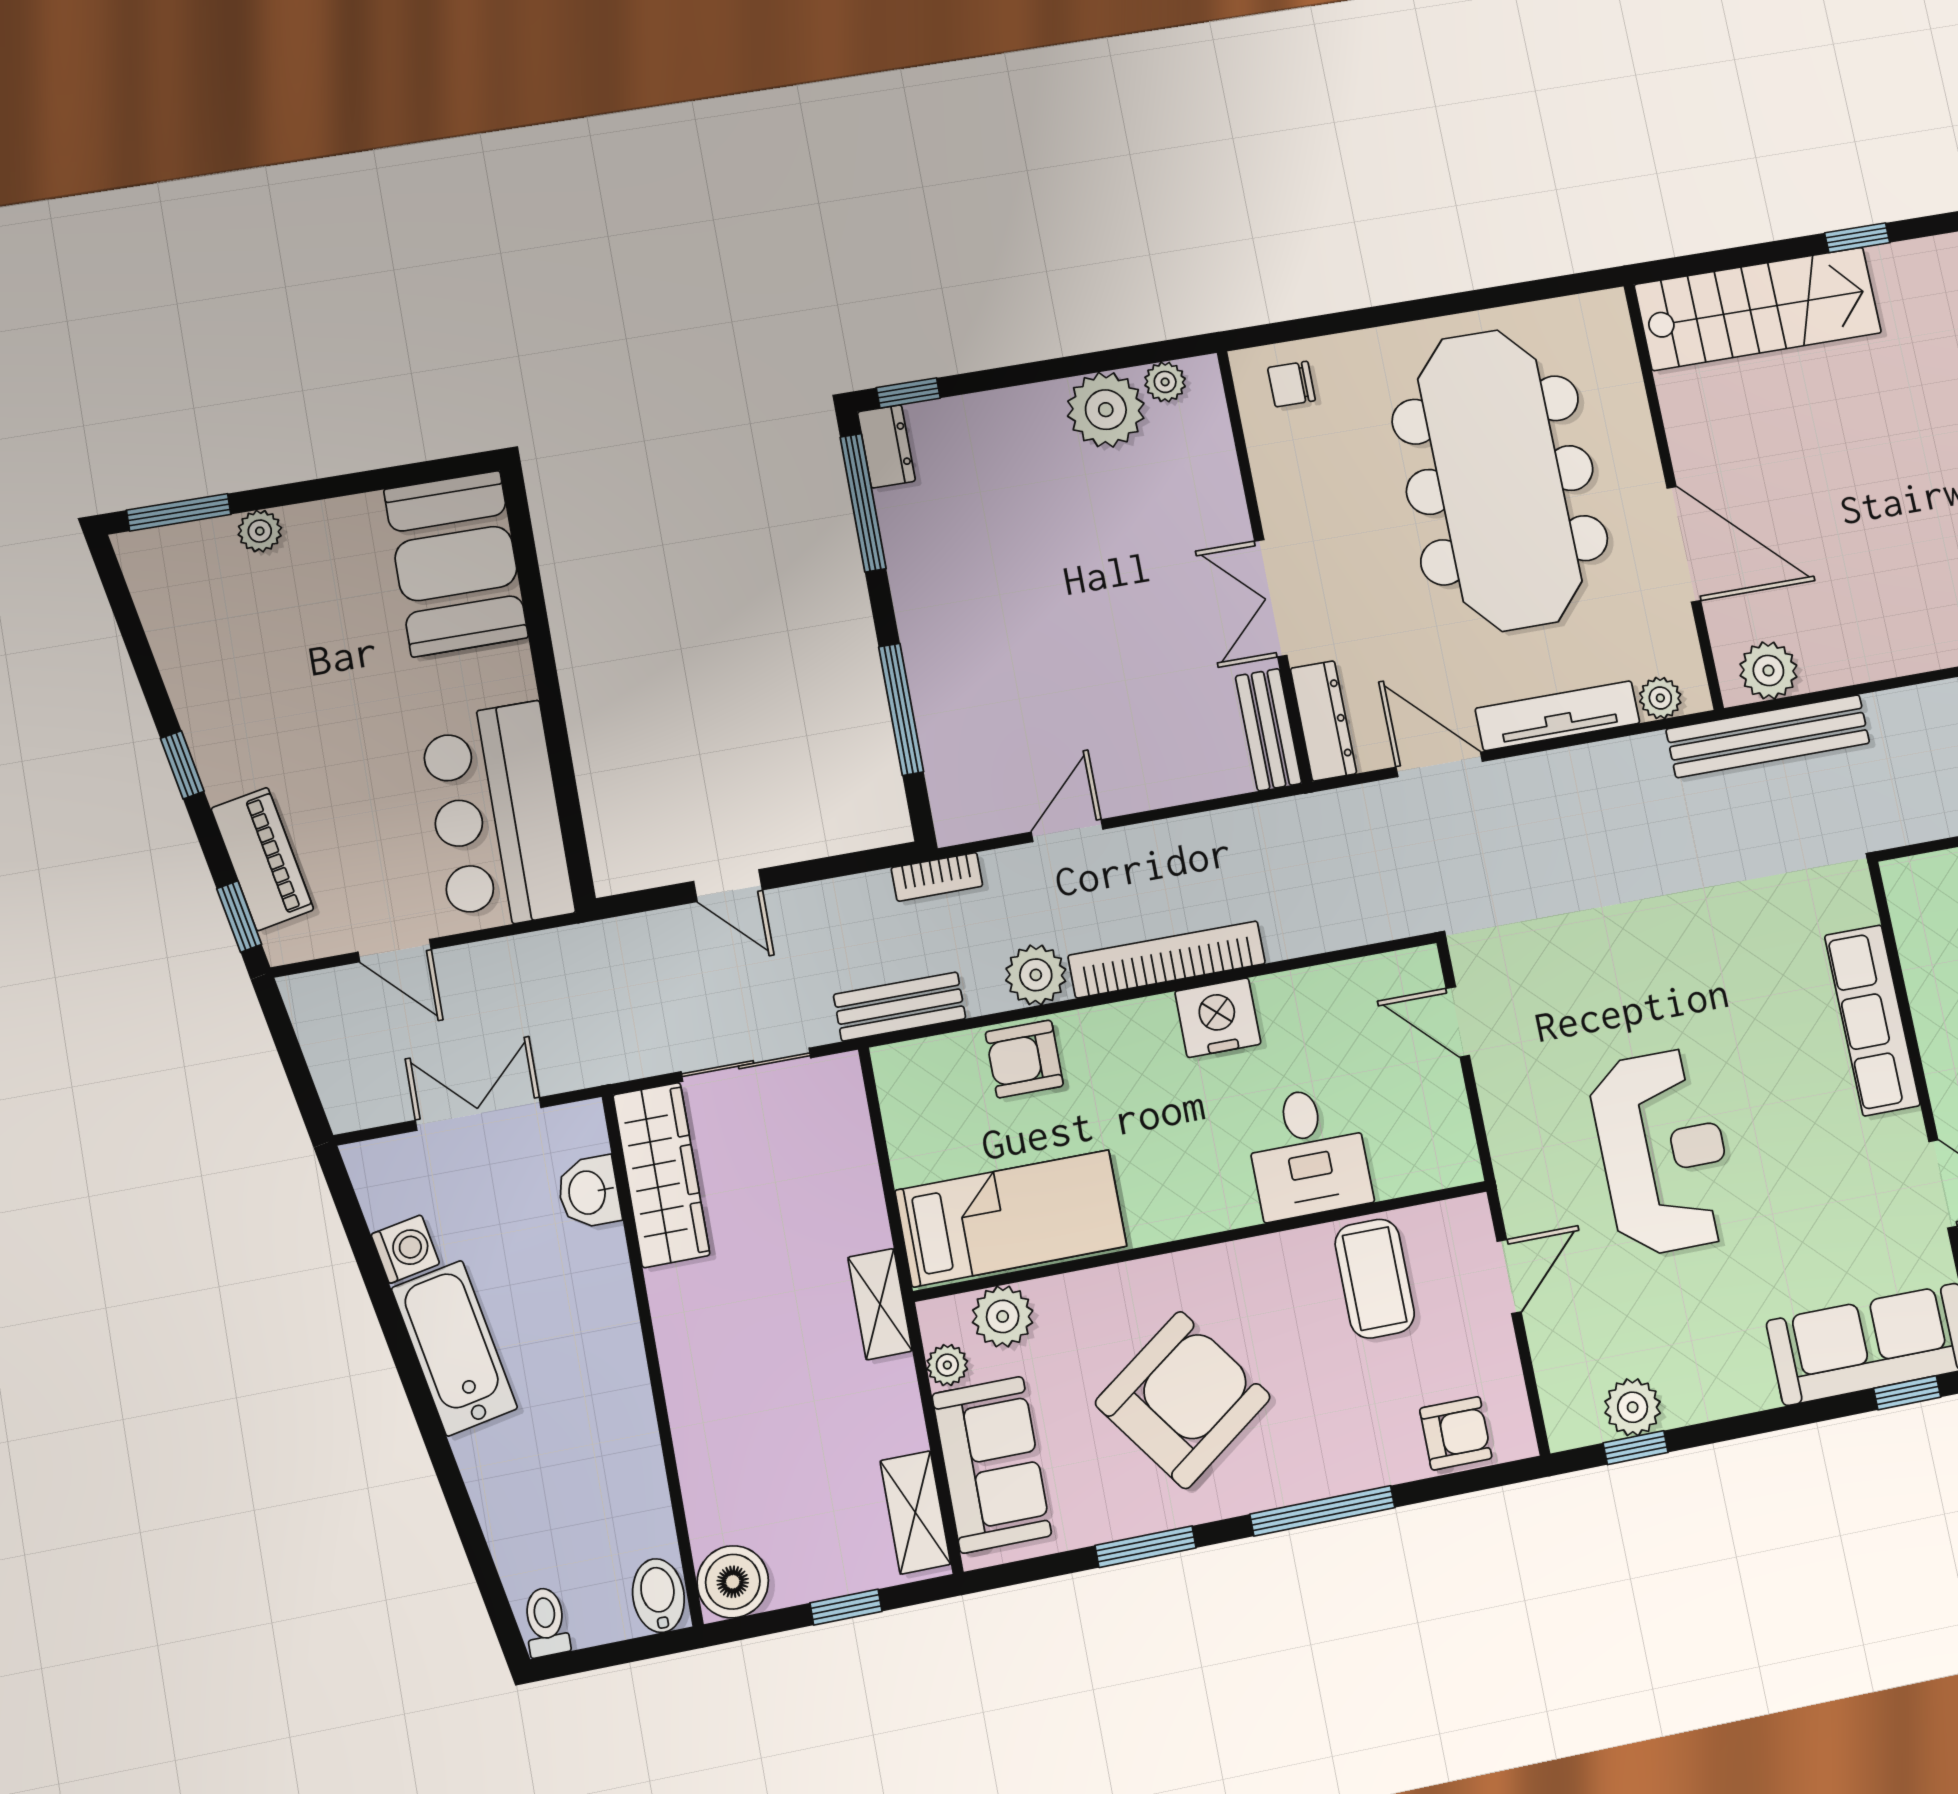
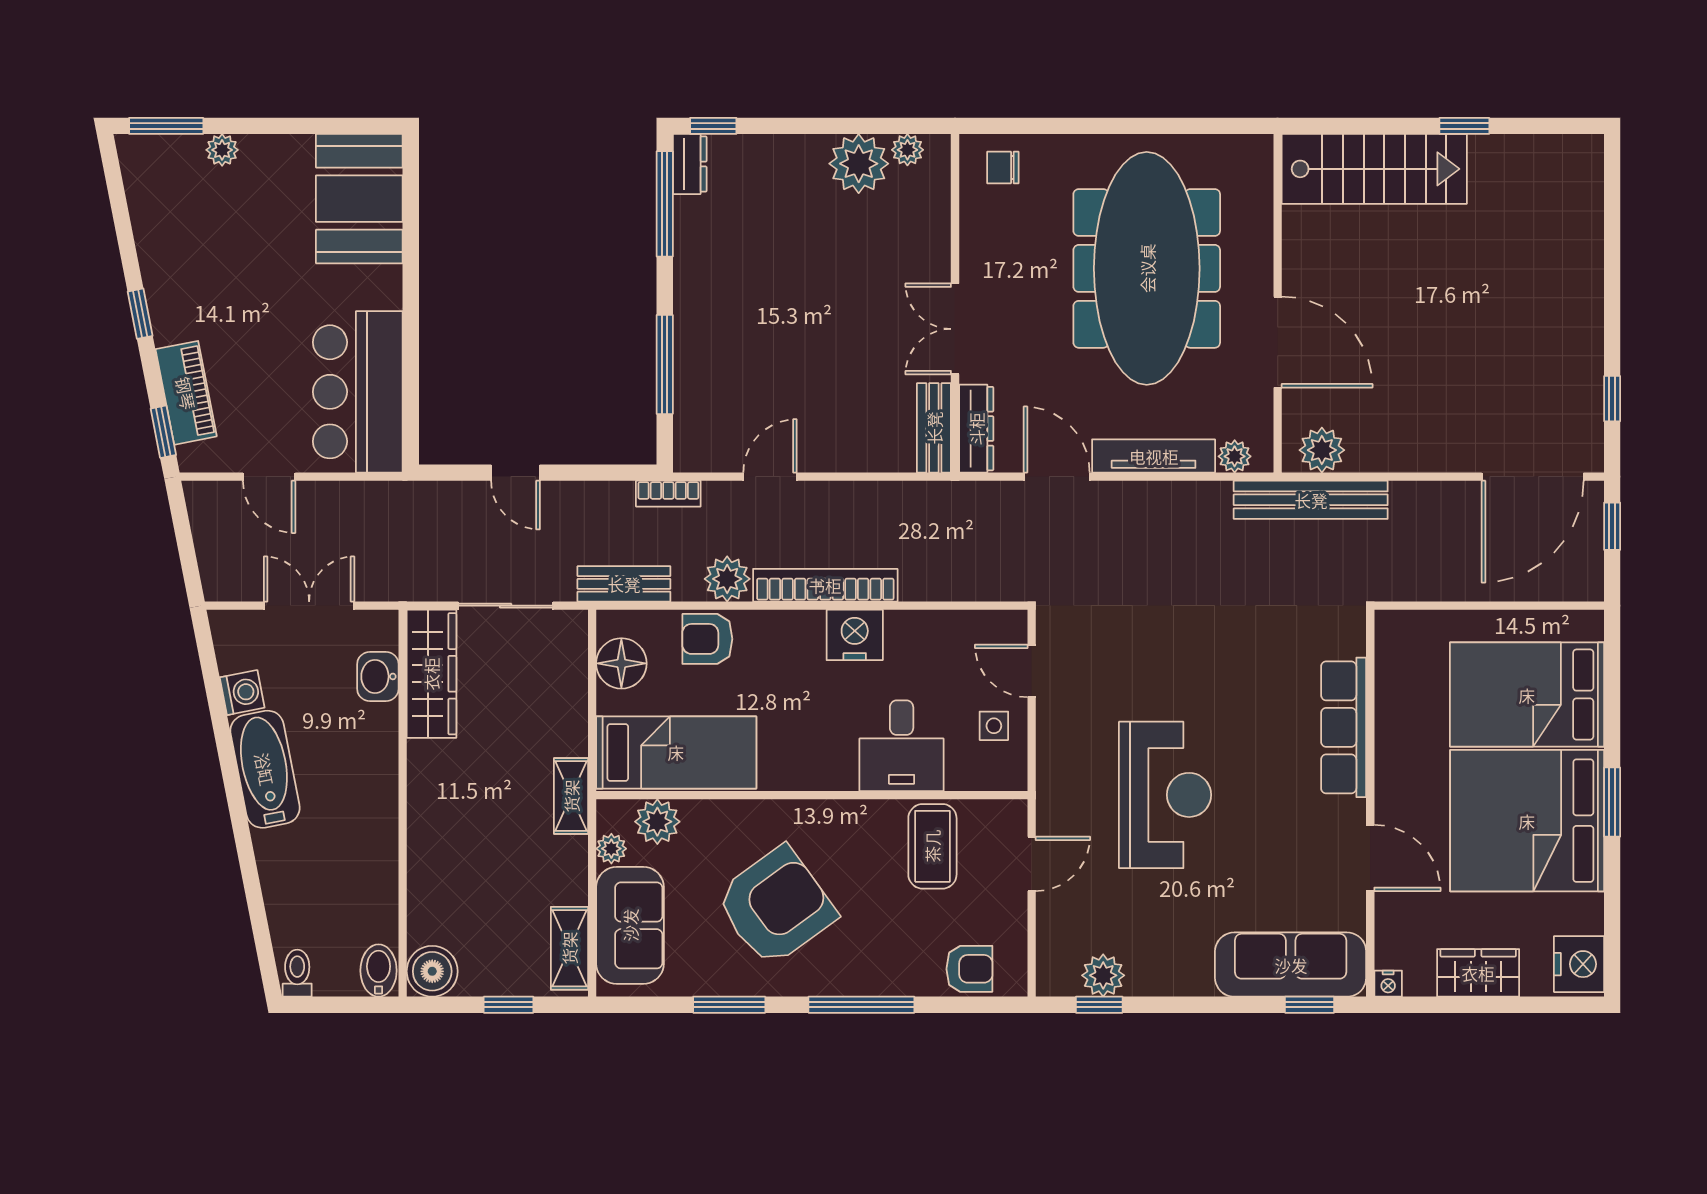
side table: (1423, 1103) -> (994, 726), added
floor lamp: (916, 1113) -> (621, 663), added

